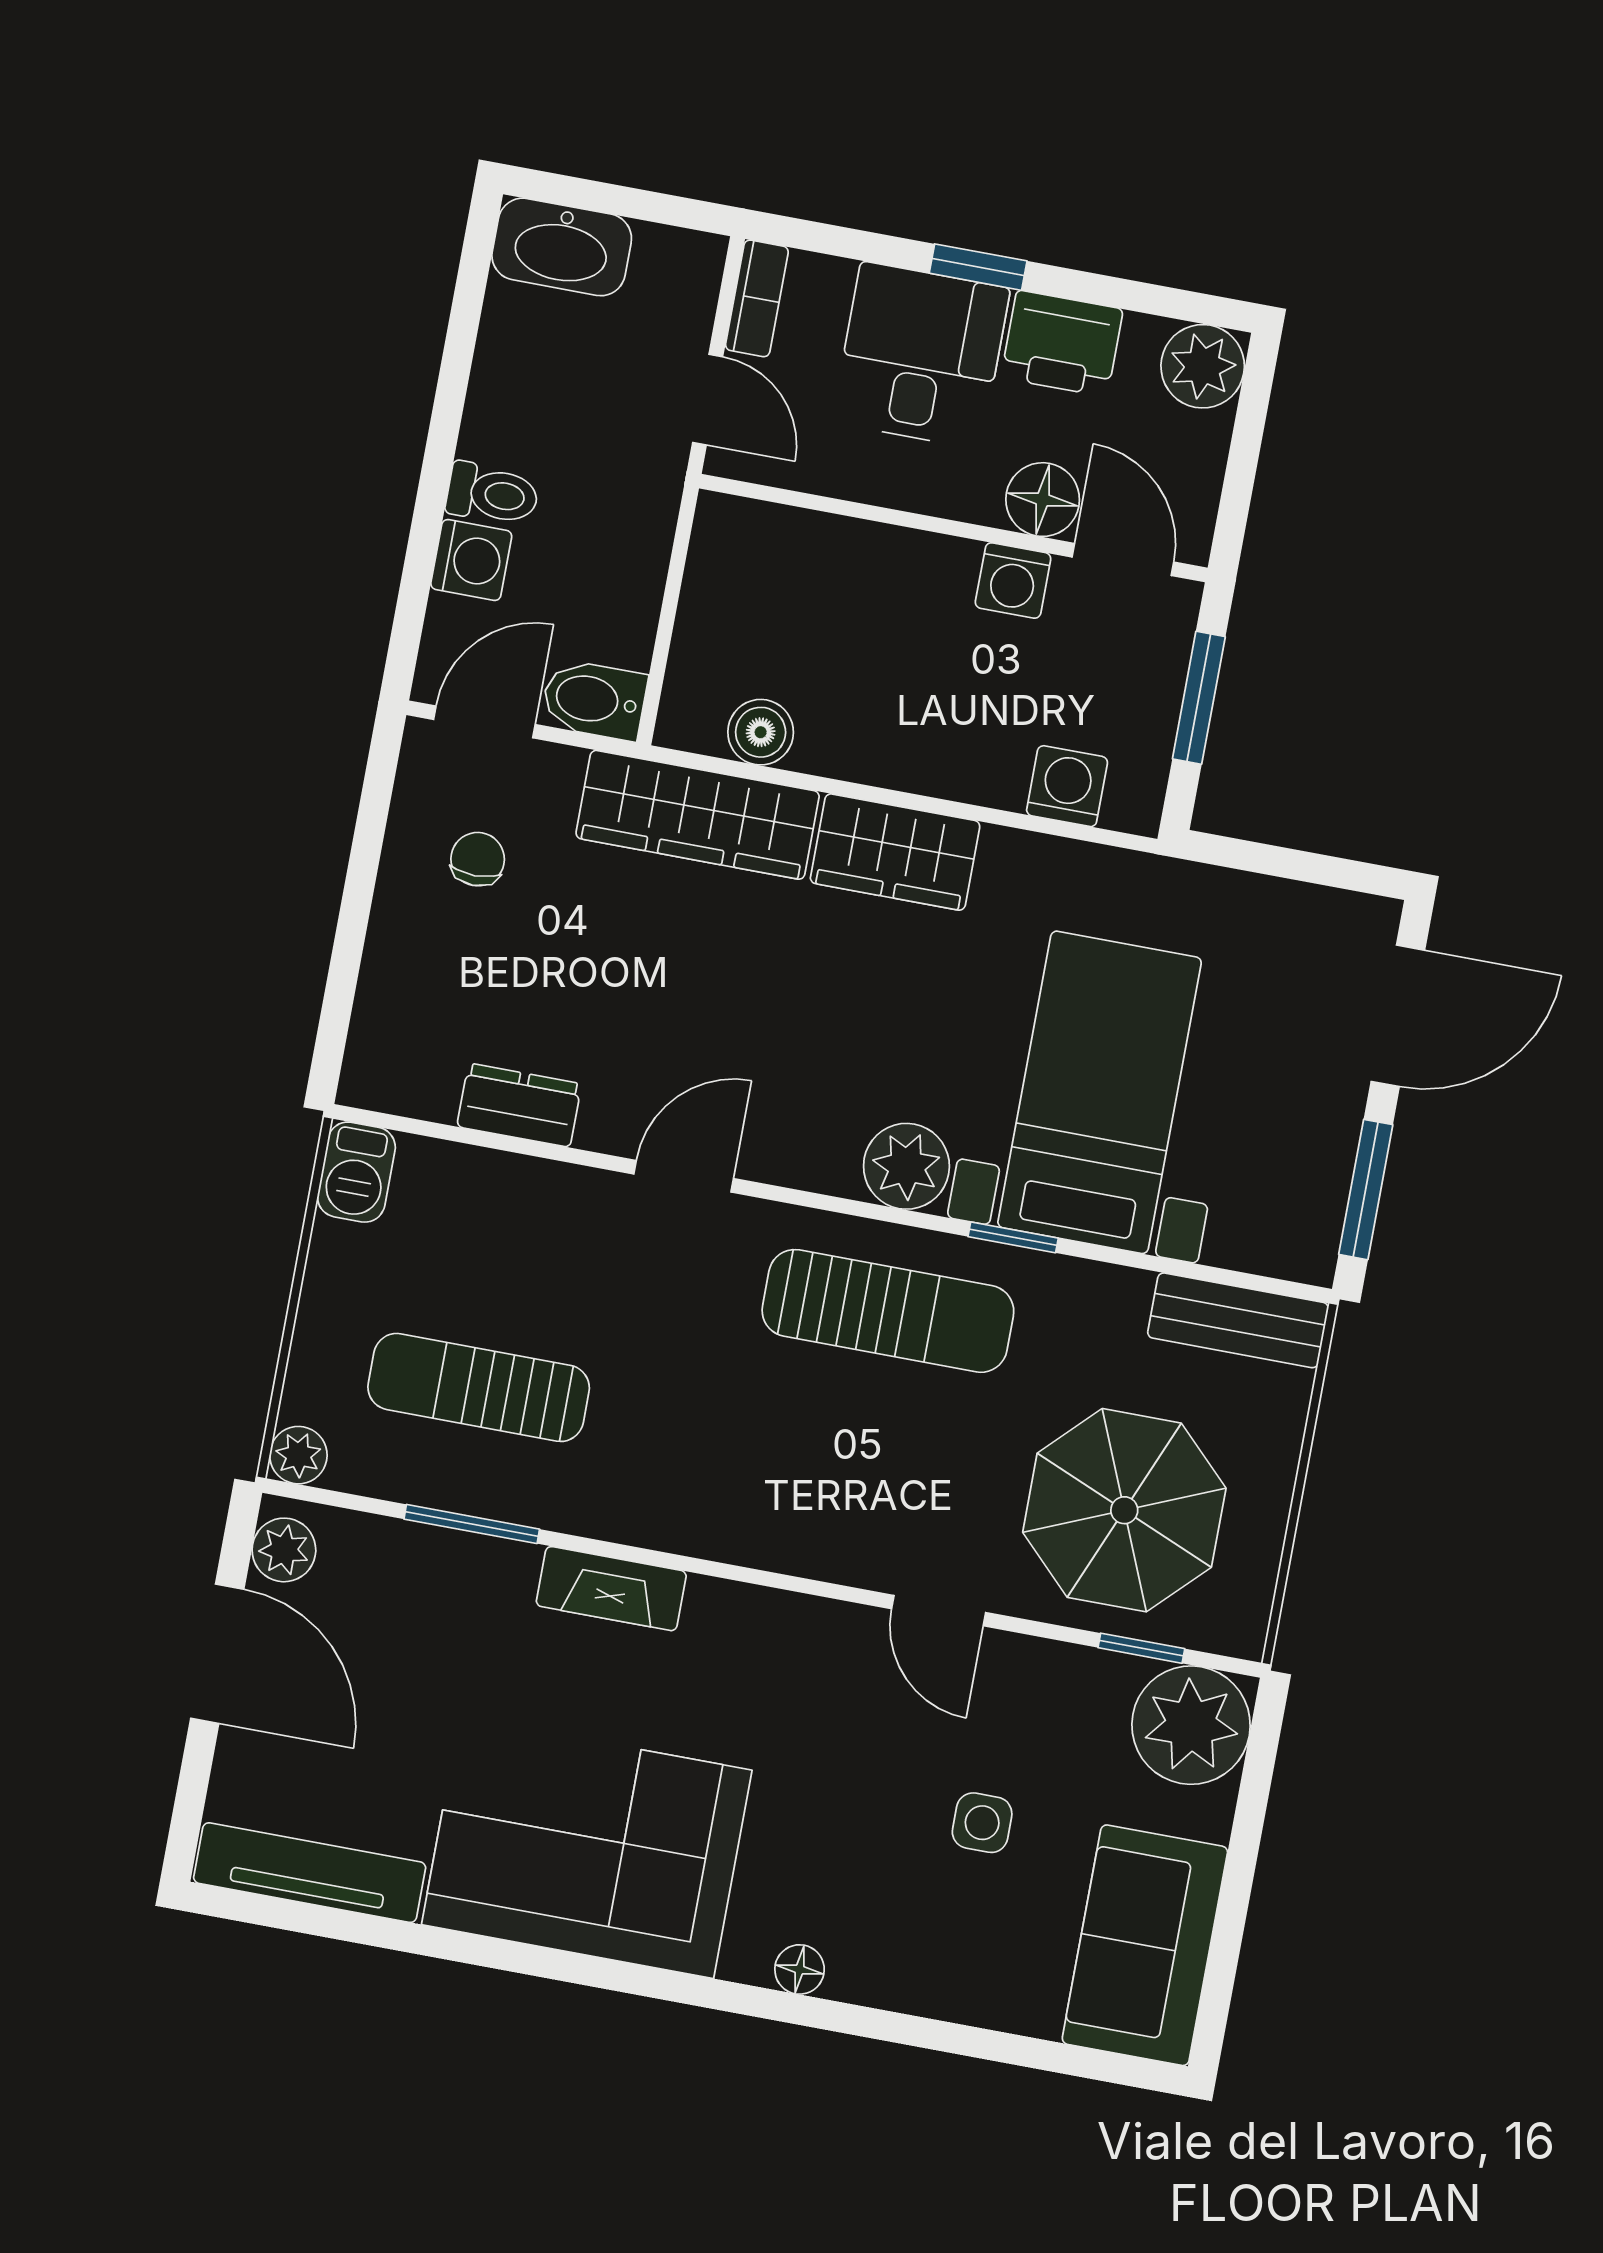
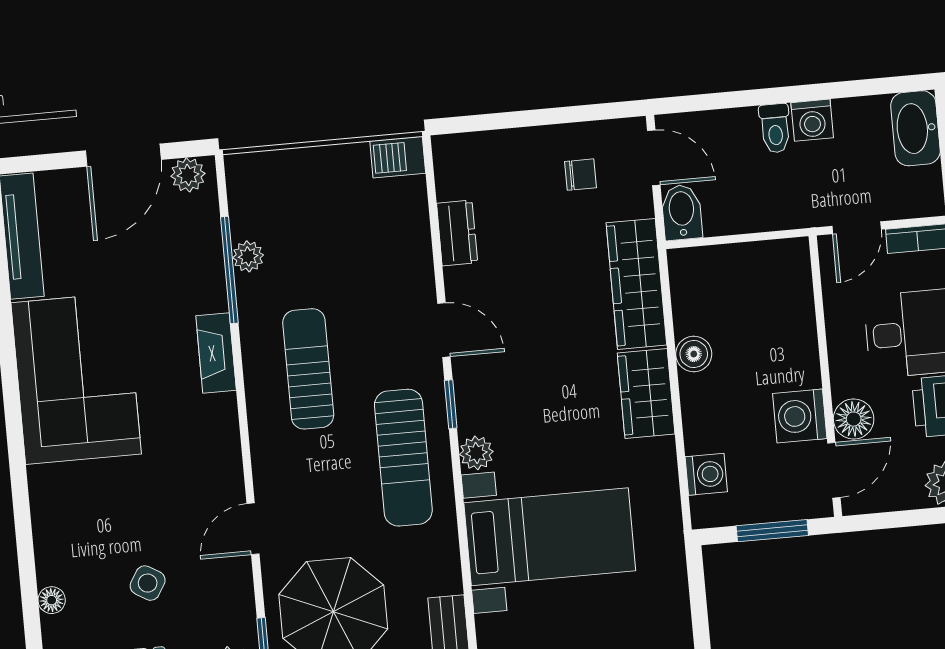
washing machine: (471, 560) -> (812, 120), moved
washing machine: (1013, 581) -> (800, 416), width x1.38, depth x1.38
boiler: (761, 732) -> (694, 354), moved
plant: (906, 1166) -> (476, 453), width x0.73, depth x0.73
window: (1013, 1237) -> (451, 404), moved
sun lounger: (479, 1387) -> (308, 369), moved
plant: (298, 1455) -> (248, 256), moved
window: (472, 1524) -> (229, 270), width x1.44
side table: (982, 1823) -> (148, 583), turned 31
floor lamp: (800, 1969) -> (52, 600), moved

